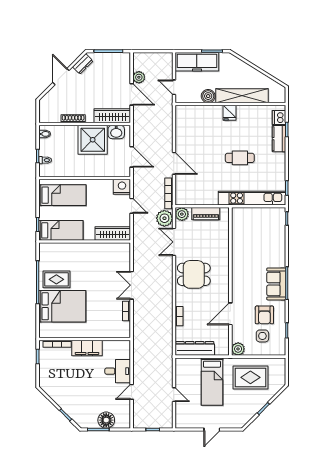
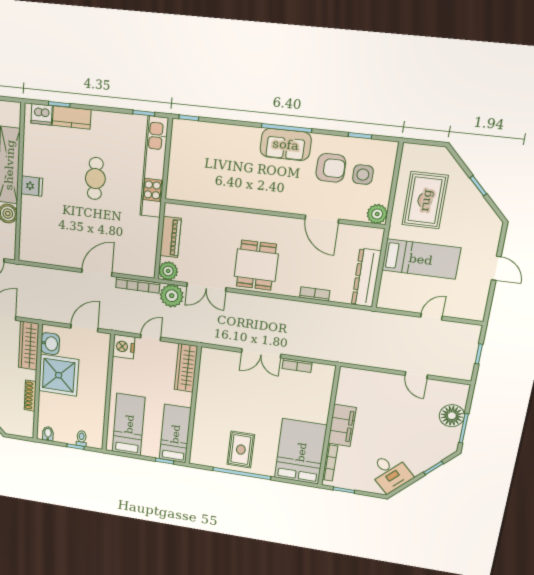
bed: (62, 306) -> (301, 452), moved
desk: (118, 371) -> (390, 473), moved, turned 135

